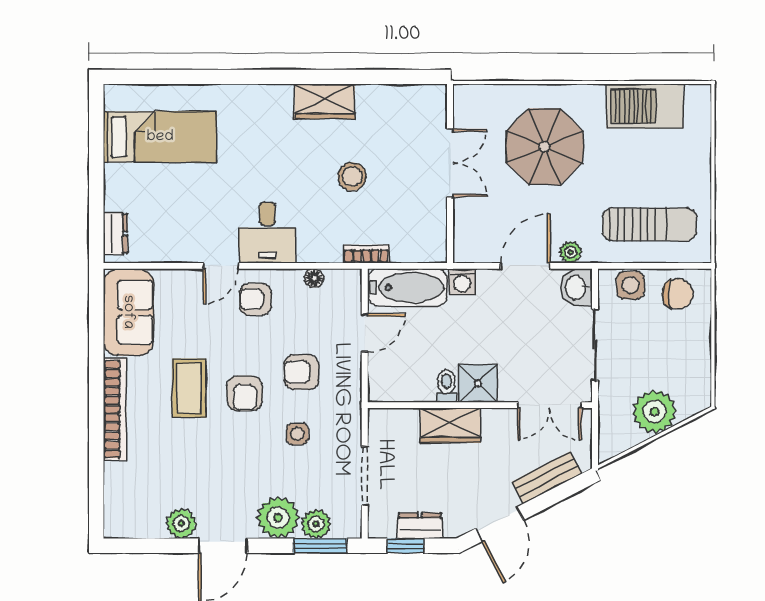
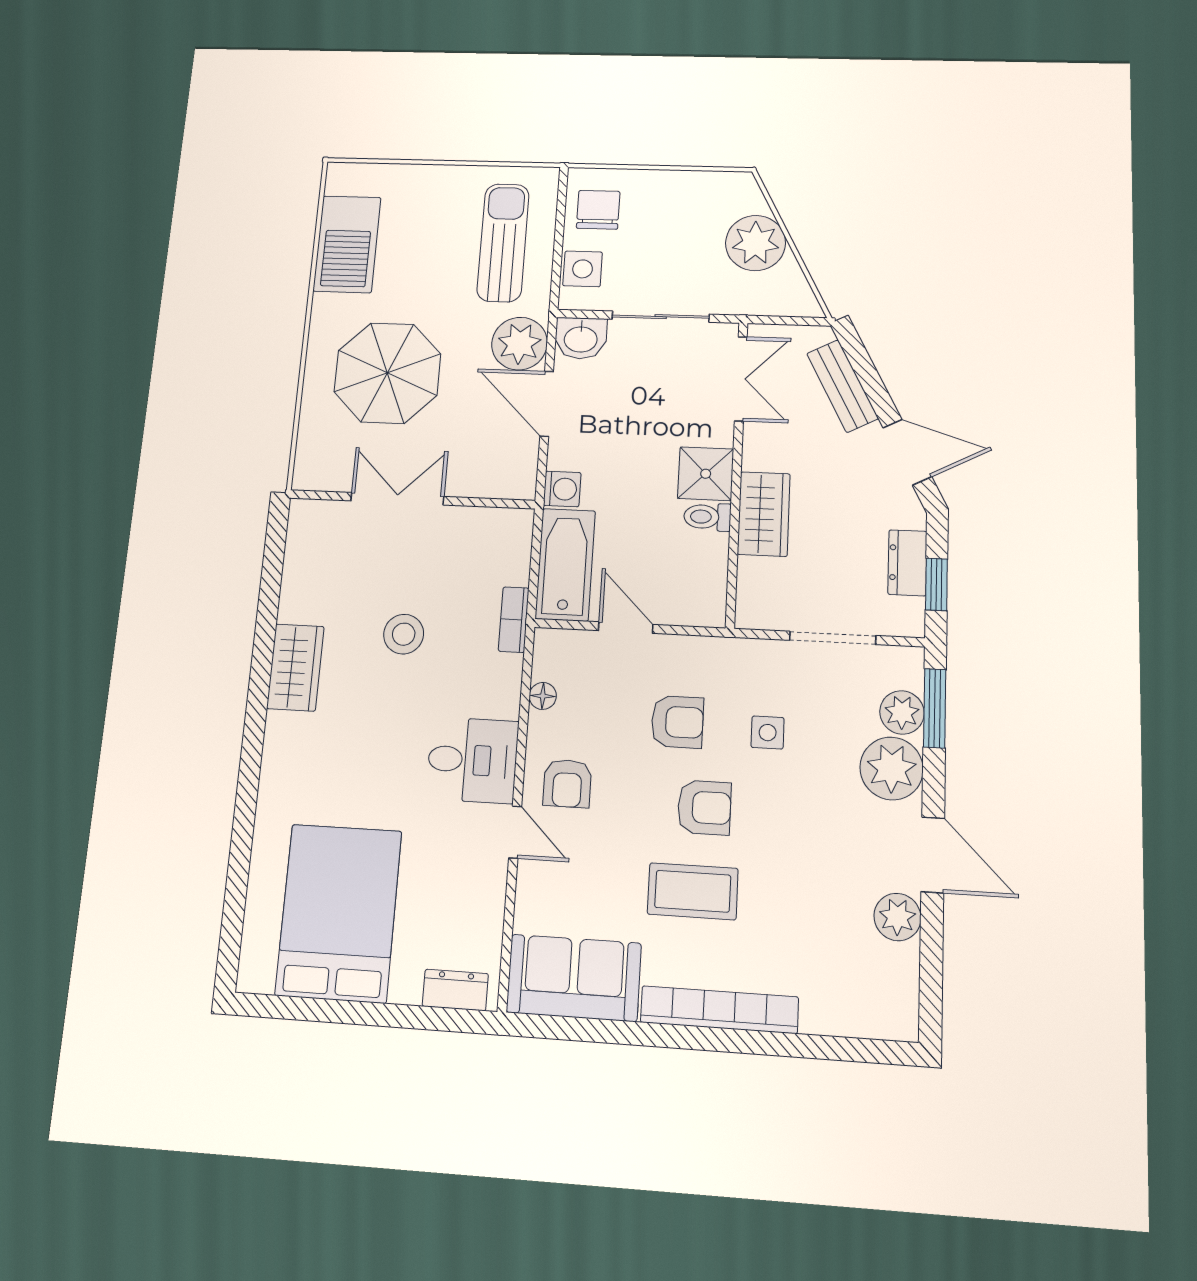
bed: (160, 137) -> (339, 913), width x1.50
plant: (571, 252) -> (519, 344), width x1.88, depth x1.88
armchair: (301, 372) -> (677, 722), turned -90

